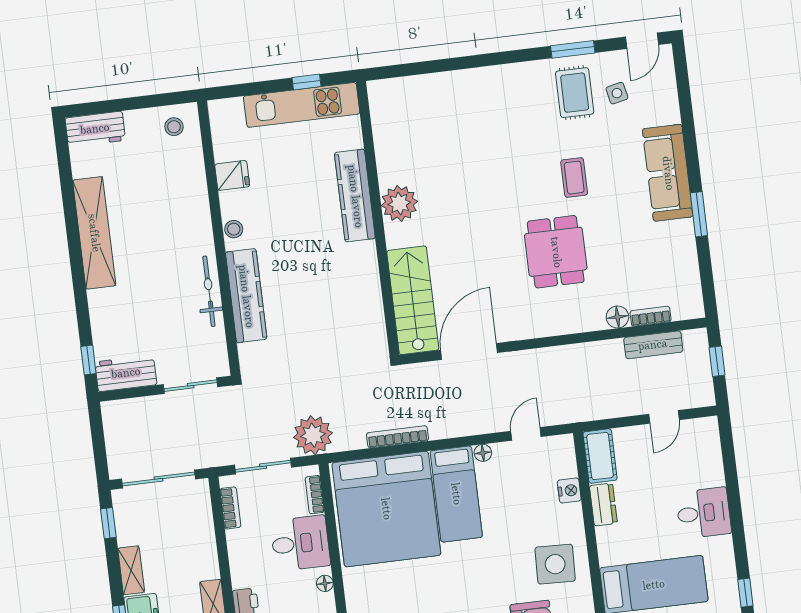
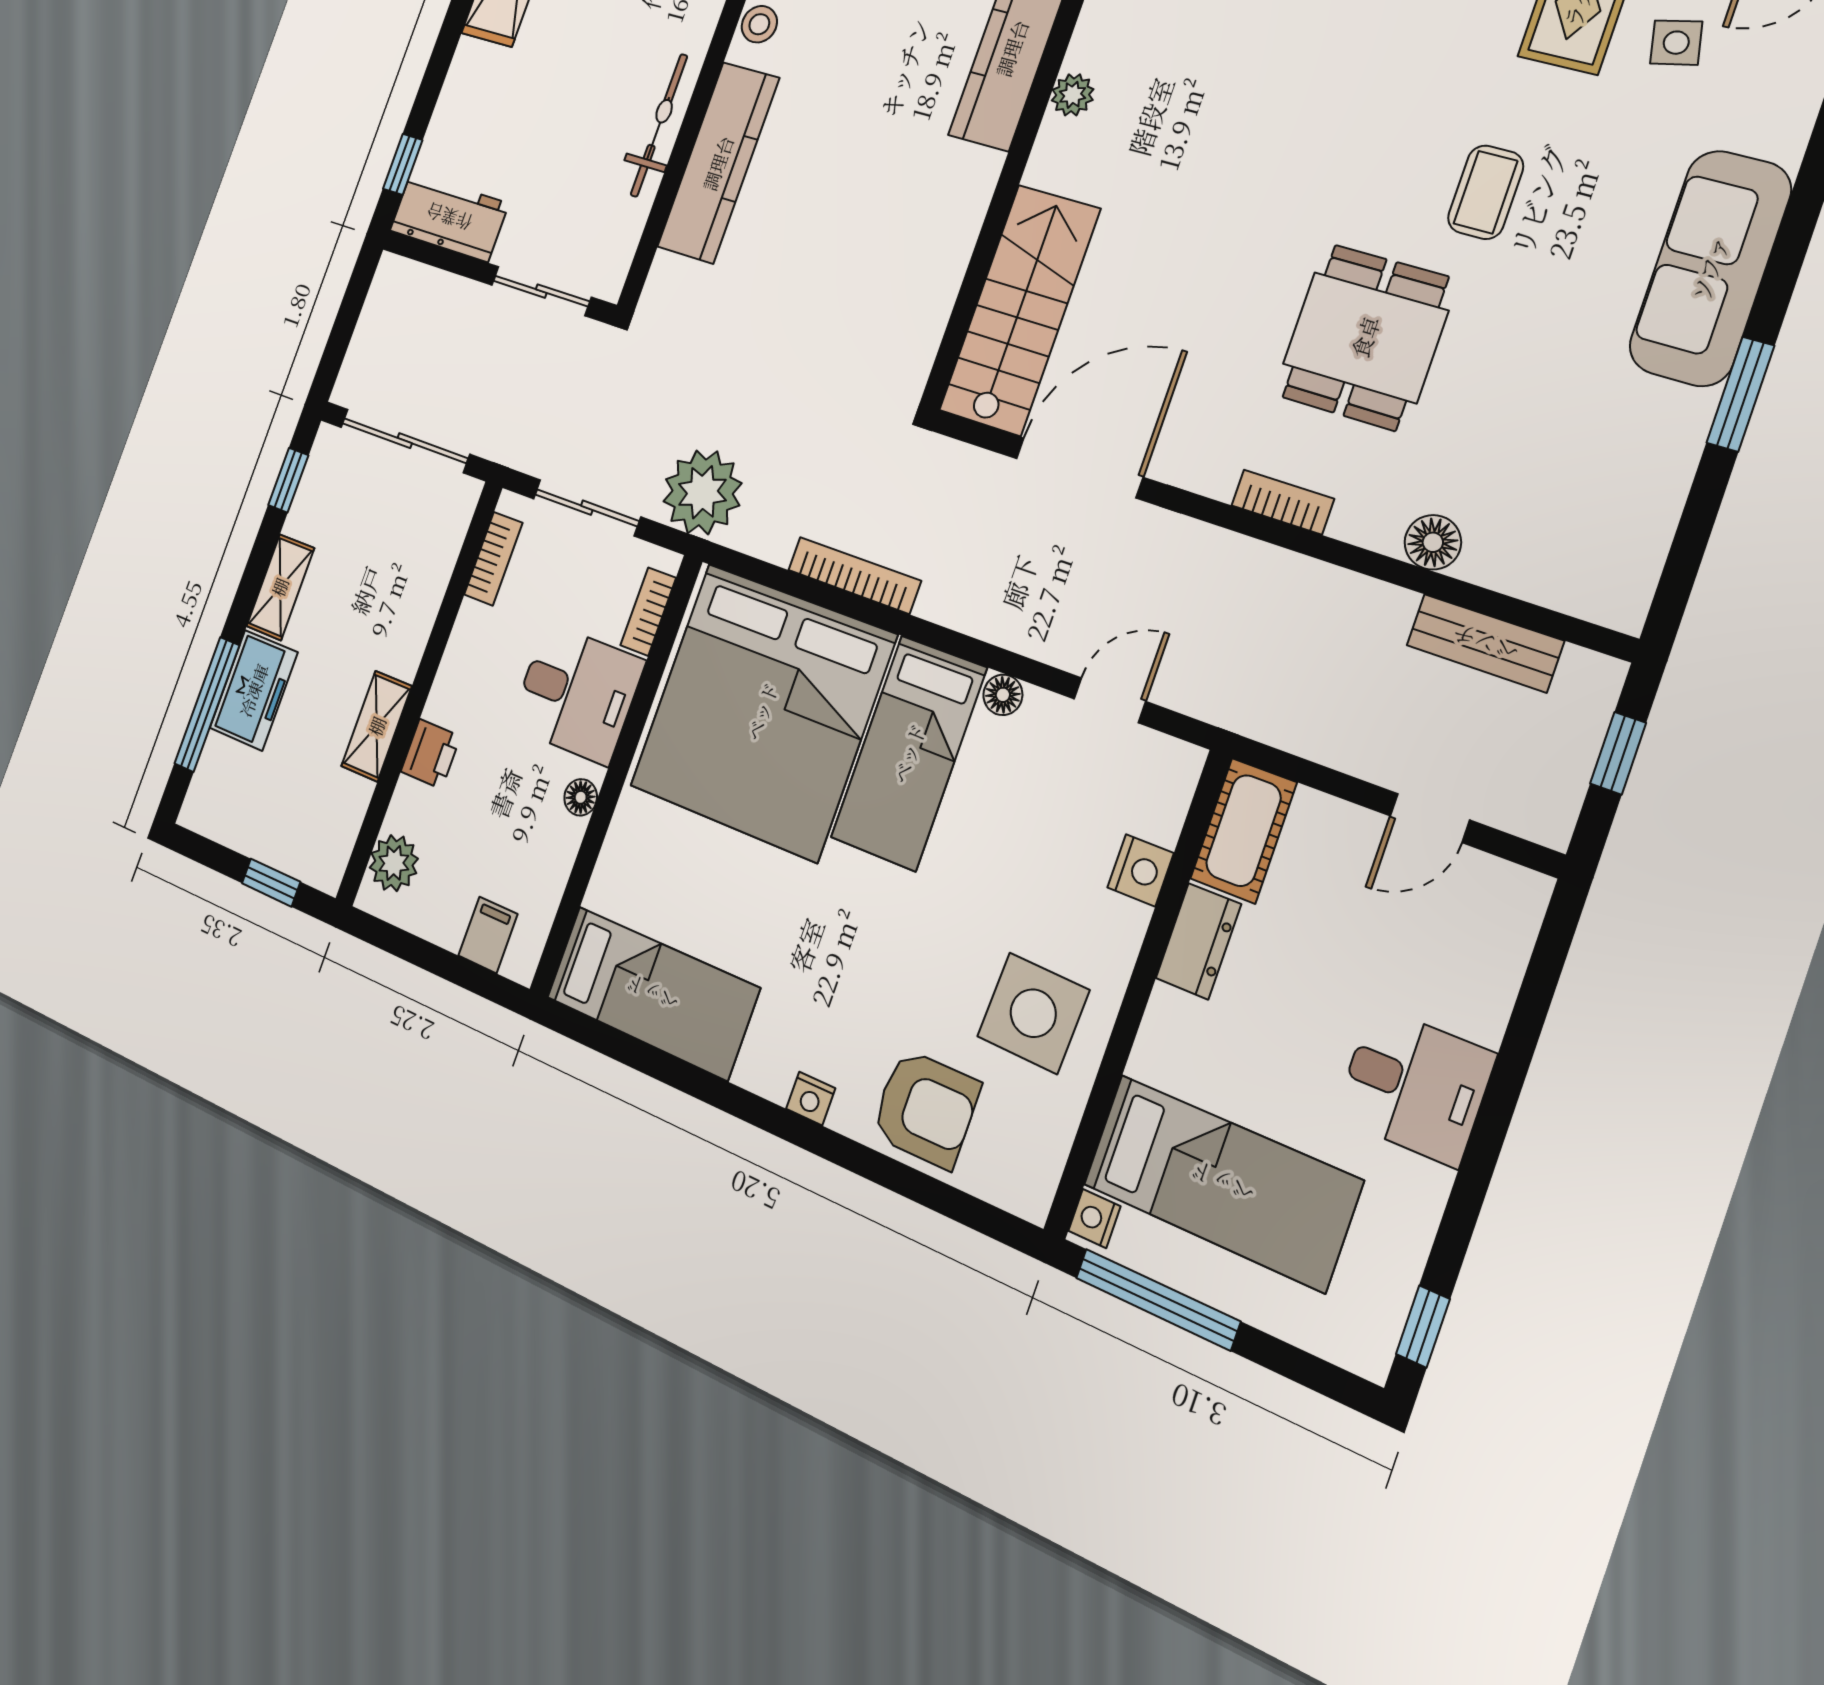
plant: (399, 203) -> (1073, 95), width x0.53, depth x0.53
bookcase: (651, 316) -> (1283, 502), moved

